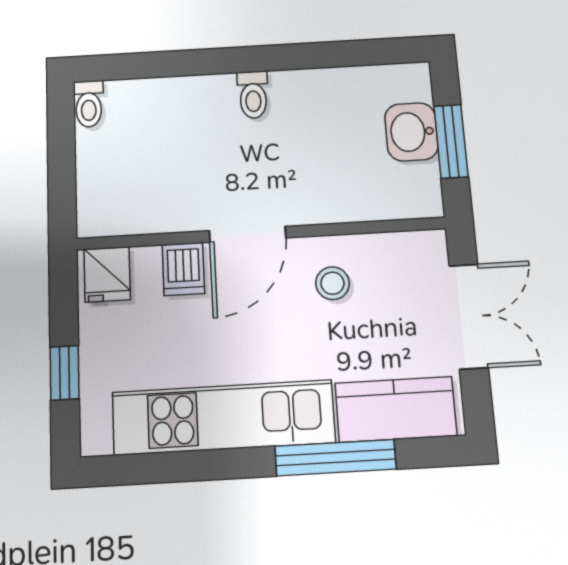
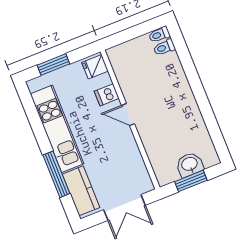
toilet: (253, 95) -> (164, 47), moved
door: (248, 234) -> (128, 115), width x0.73
stool: (332, 283) -> (120, 153), removed
window: (65, 373) -> (53, 64), width x1.50

